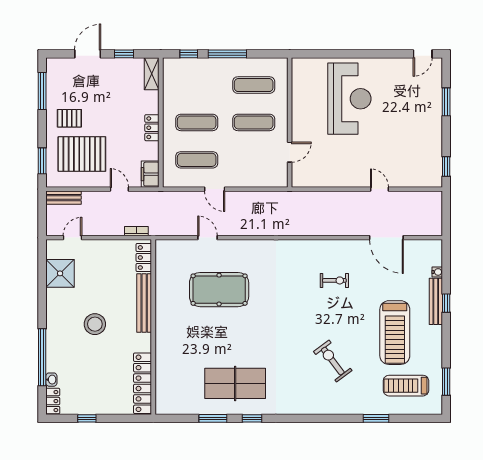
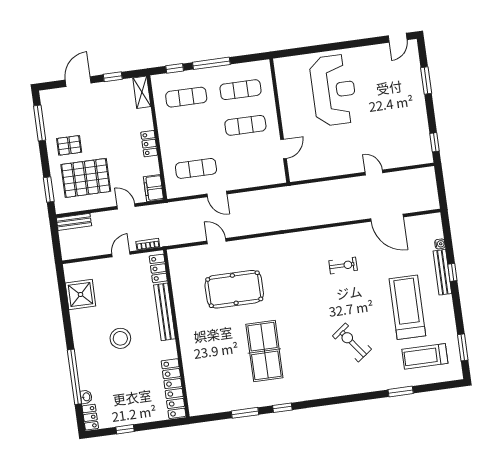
exercise mat: (197, 122) -> (186, 97), moved
door: (73, 238) -> (121, 254), moved
treadmill: (395, 333) -> (407, 307), turned 180
table tennis table: (235, 383) -> (264, 351), moved, turned 90

